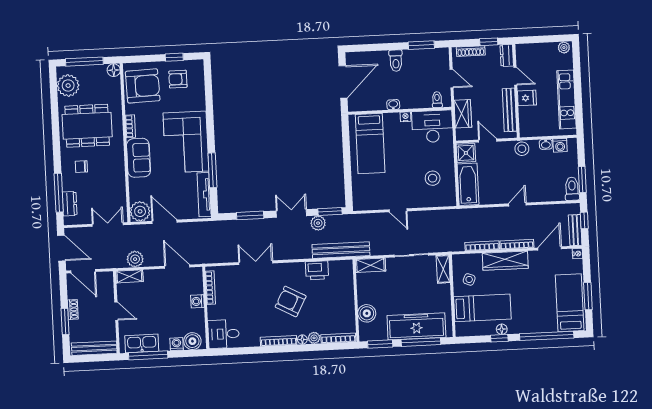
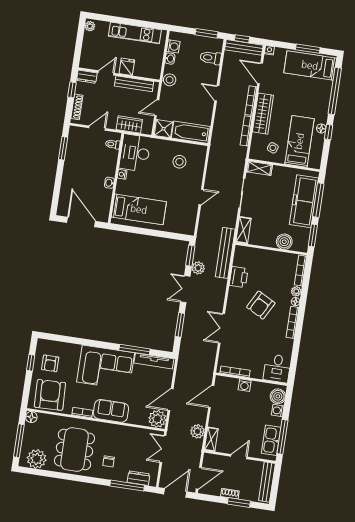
toilet: (396, 61) -> (72, 173), removed
toilet: (572, 189) -> (211, 58), moved
bench: (575, 230) -> (244, 47), width x1.36

